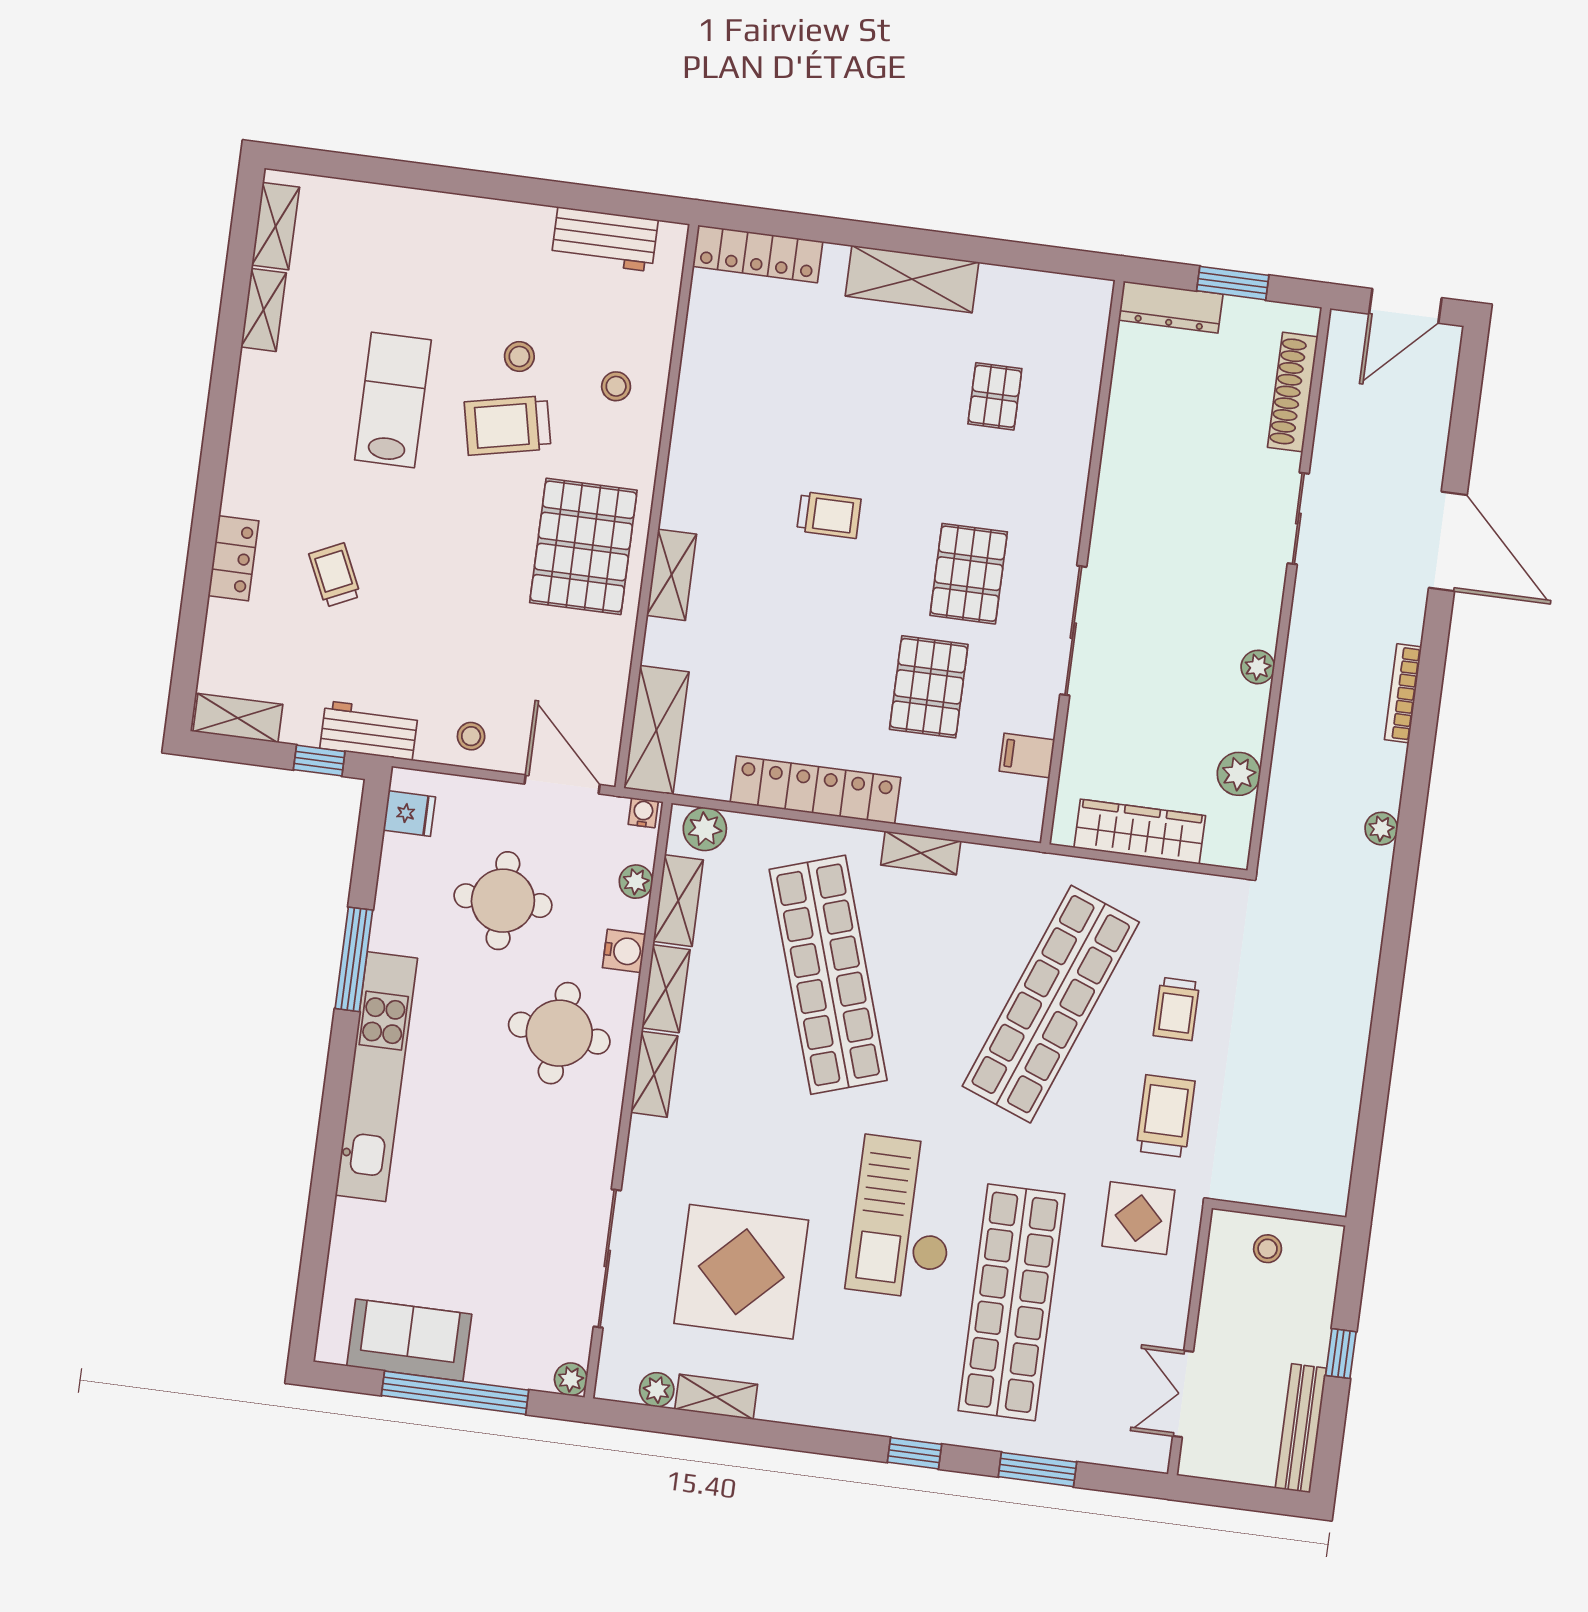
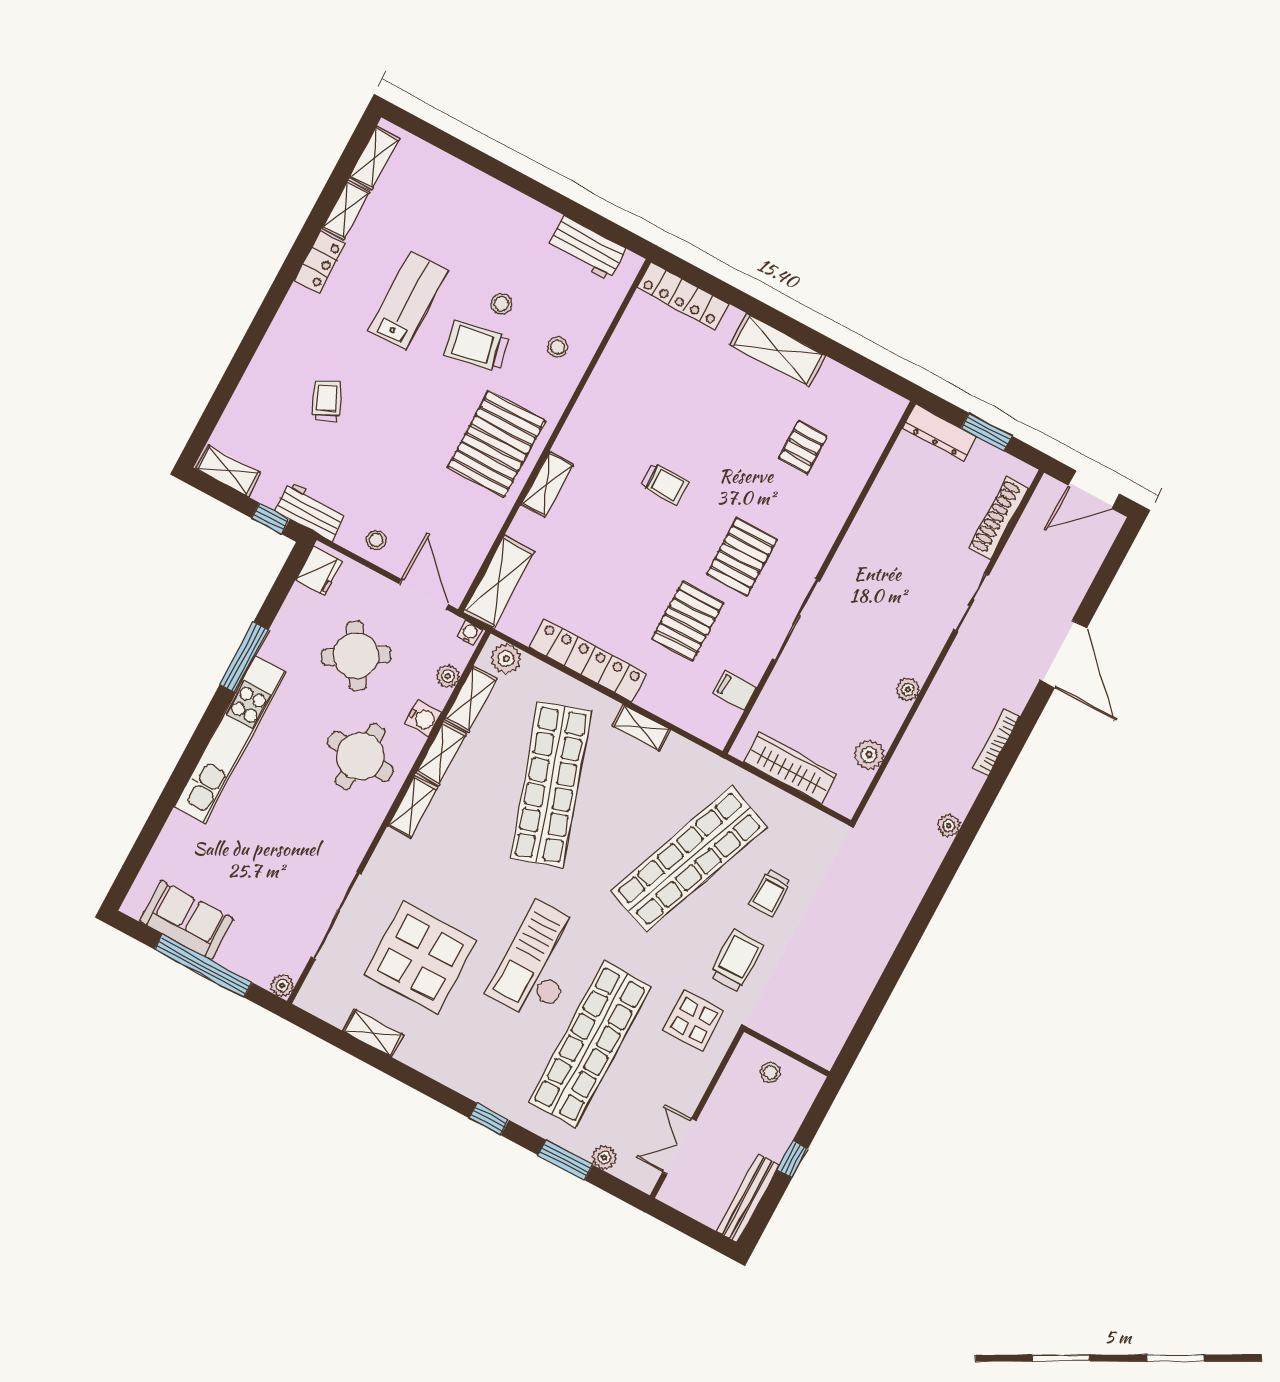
locker: (233, 558) -> (320, 262), moved
fridge: (409, 814) -> (319, 571), width x1.38
round table: (503, 901) -> (356, 656), turned -31
plant: (657, 1390) -> (604, 1158), moved

